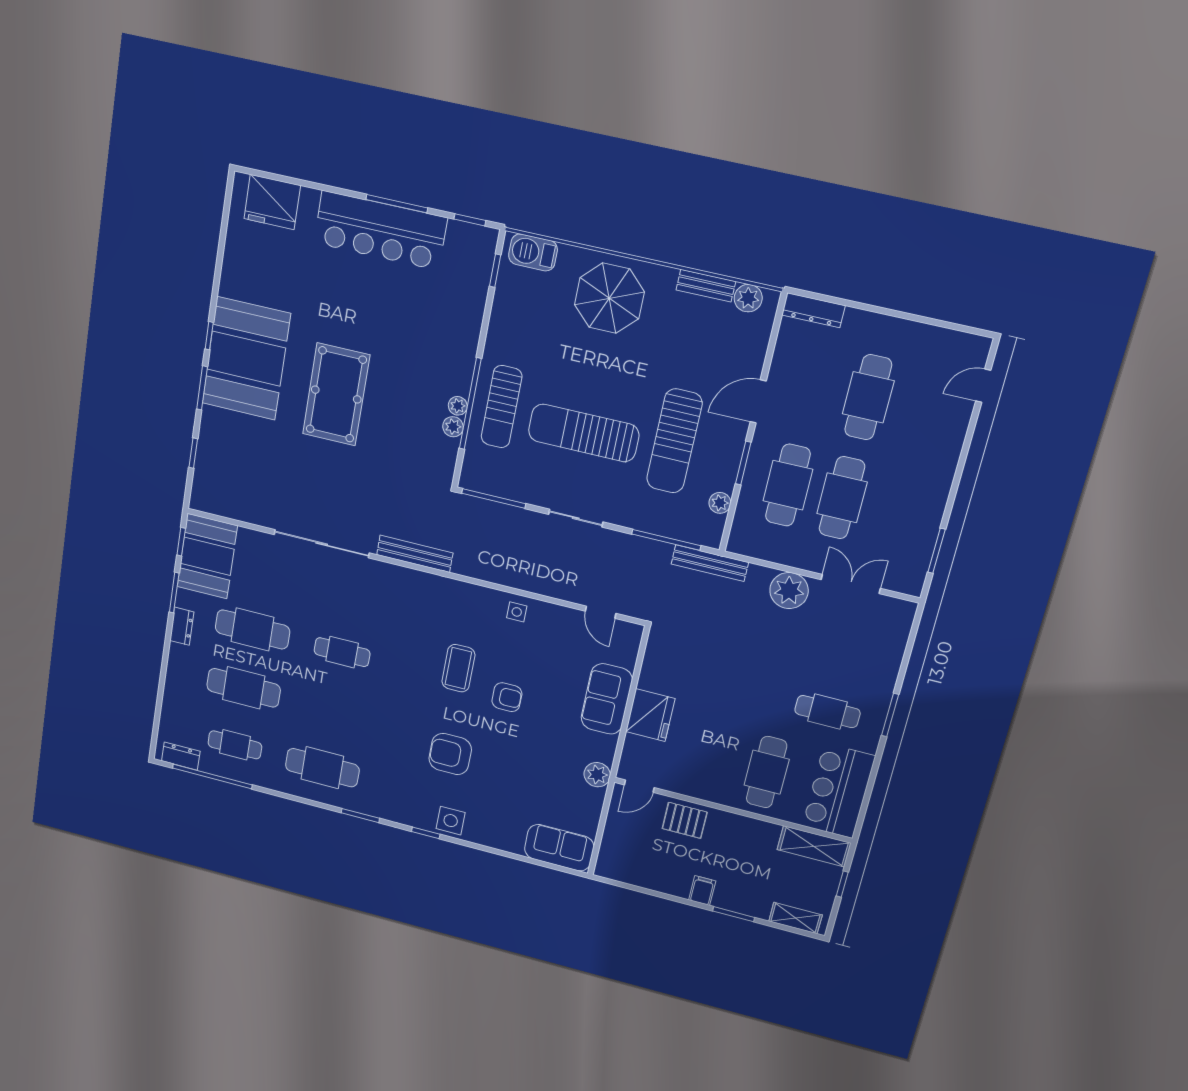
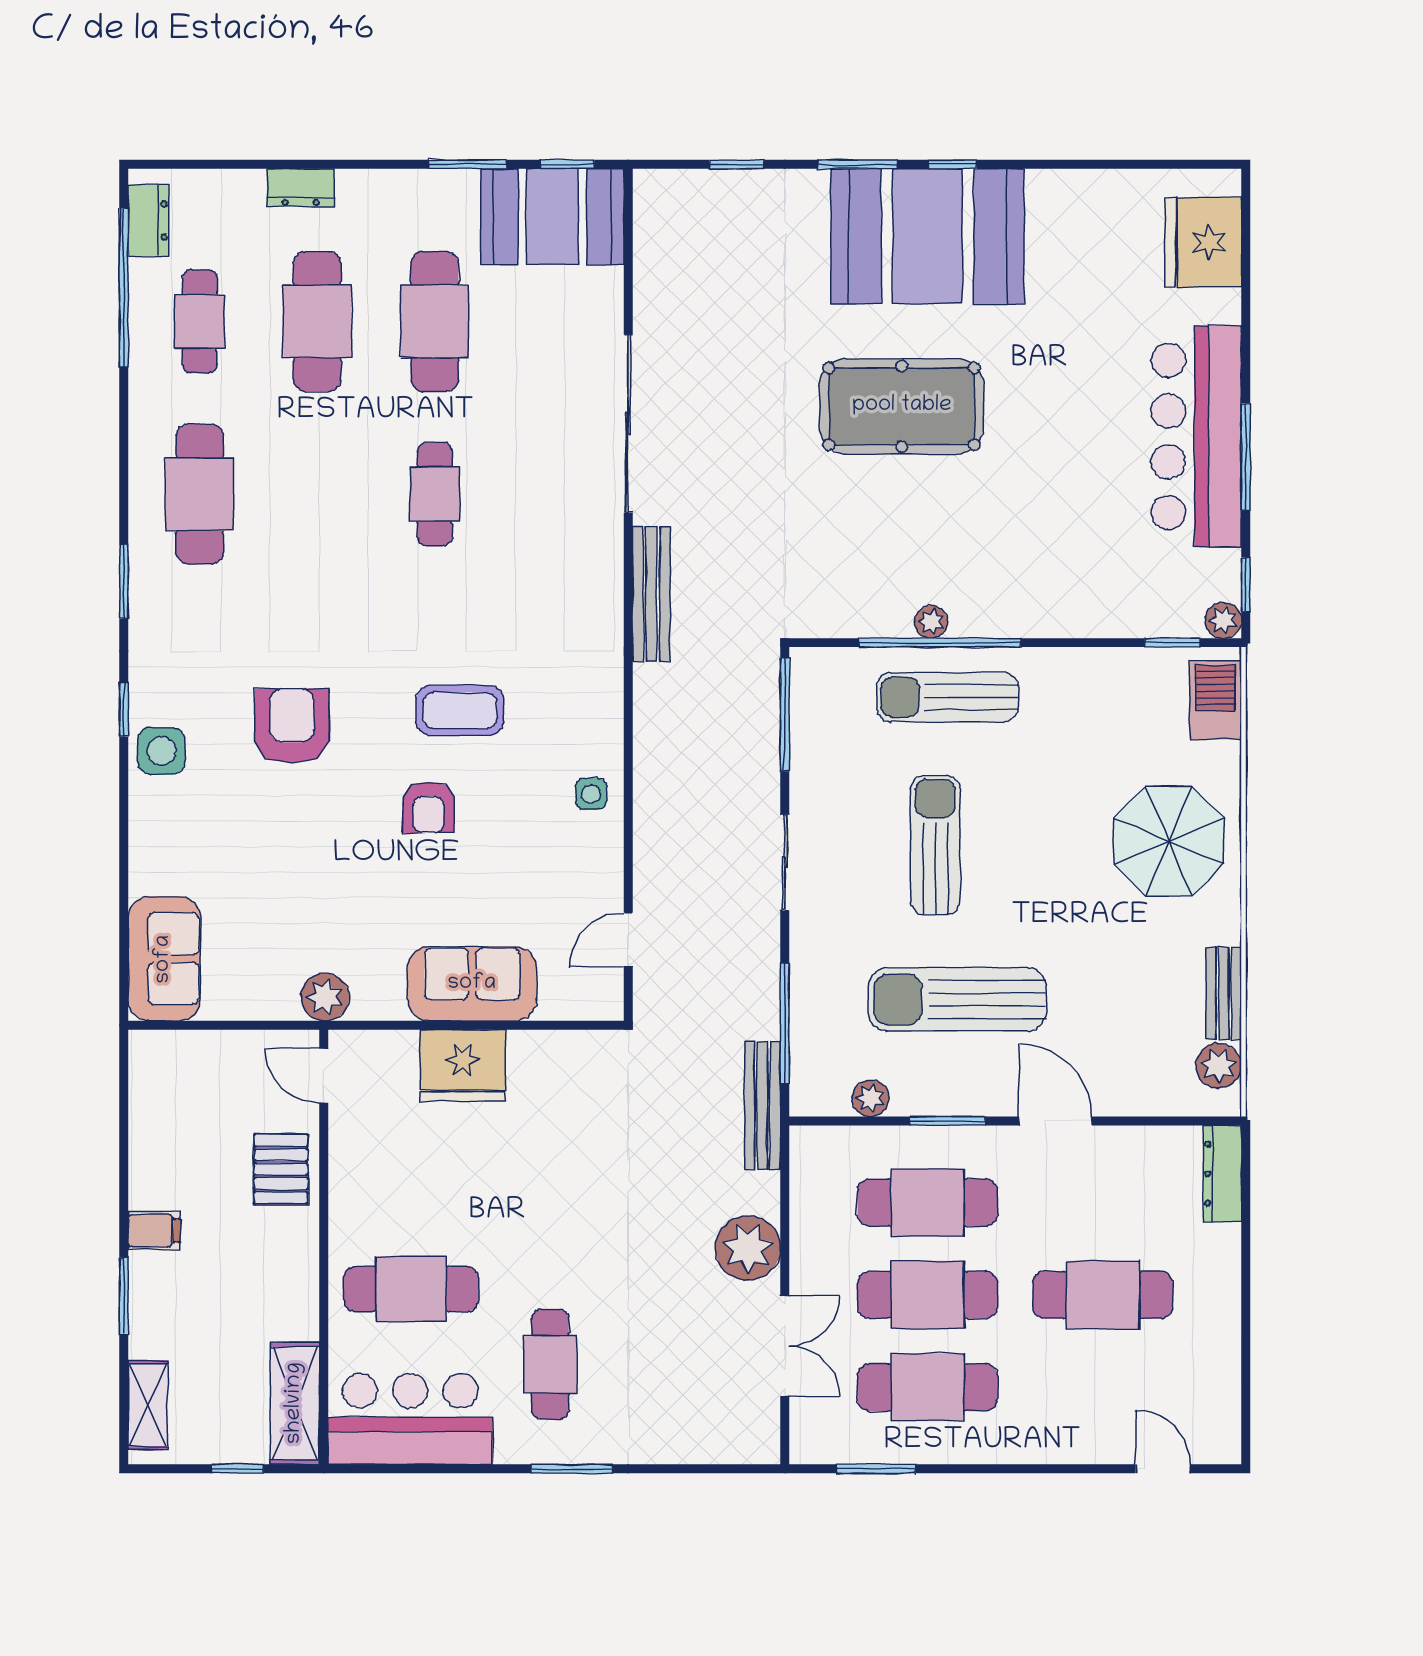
plant: (453, 427) -> (1223, 620), moved
sun lounger: (584, 433) -> (935, 845), width x0.73, depth x0.75
cafe table: (896, 511) -> (928, 1387), added
dresser: (182, 626) -> (301, 188), moved

